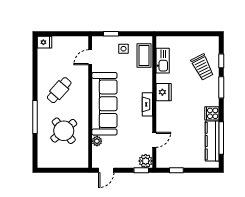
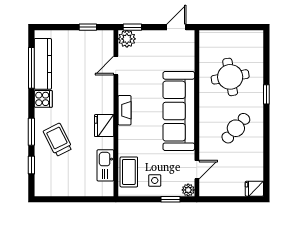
trolley: (202, 67) -> (58, 140), moved
window: (35, 117) -> (266, 94), width x0.46
round table: (64, 131) -> (230, 77), turned 30
plant: (97, 141) -> (188, 190), moved

